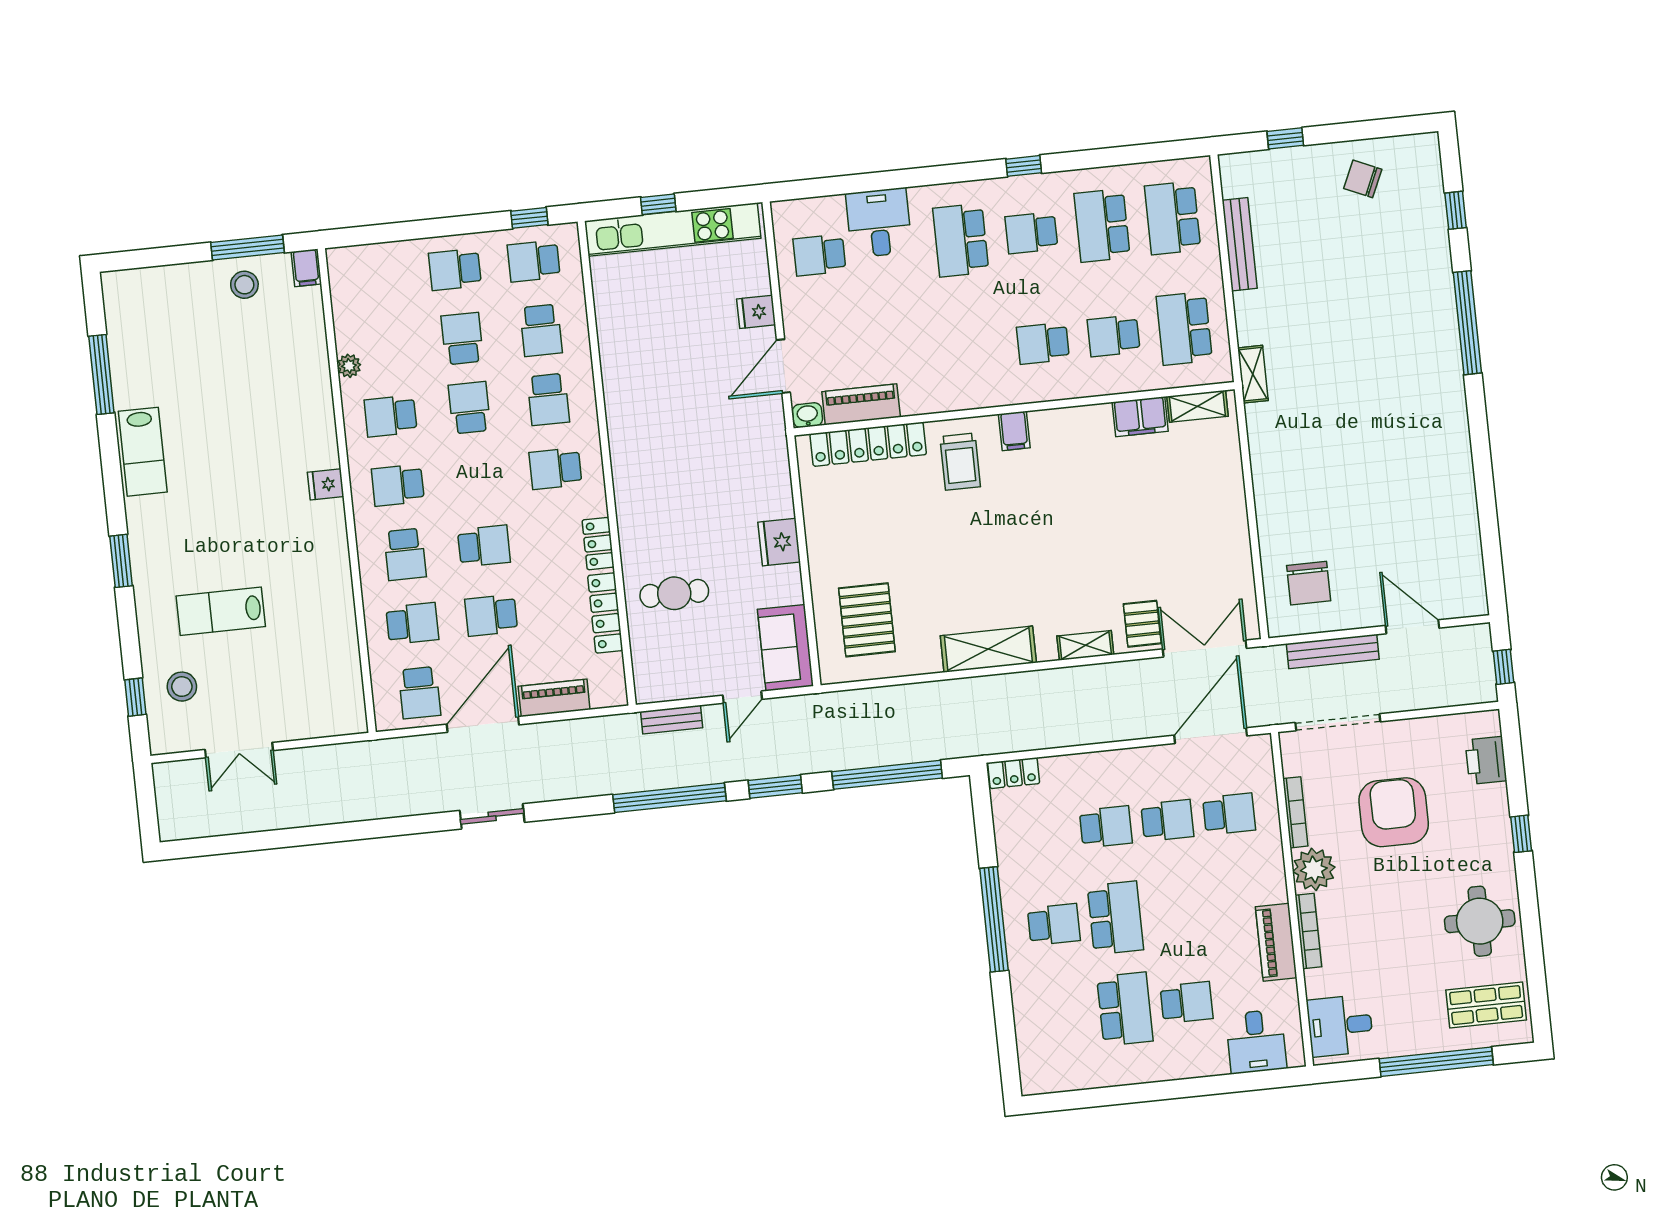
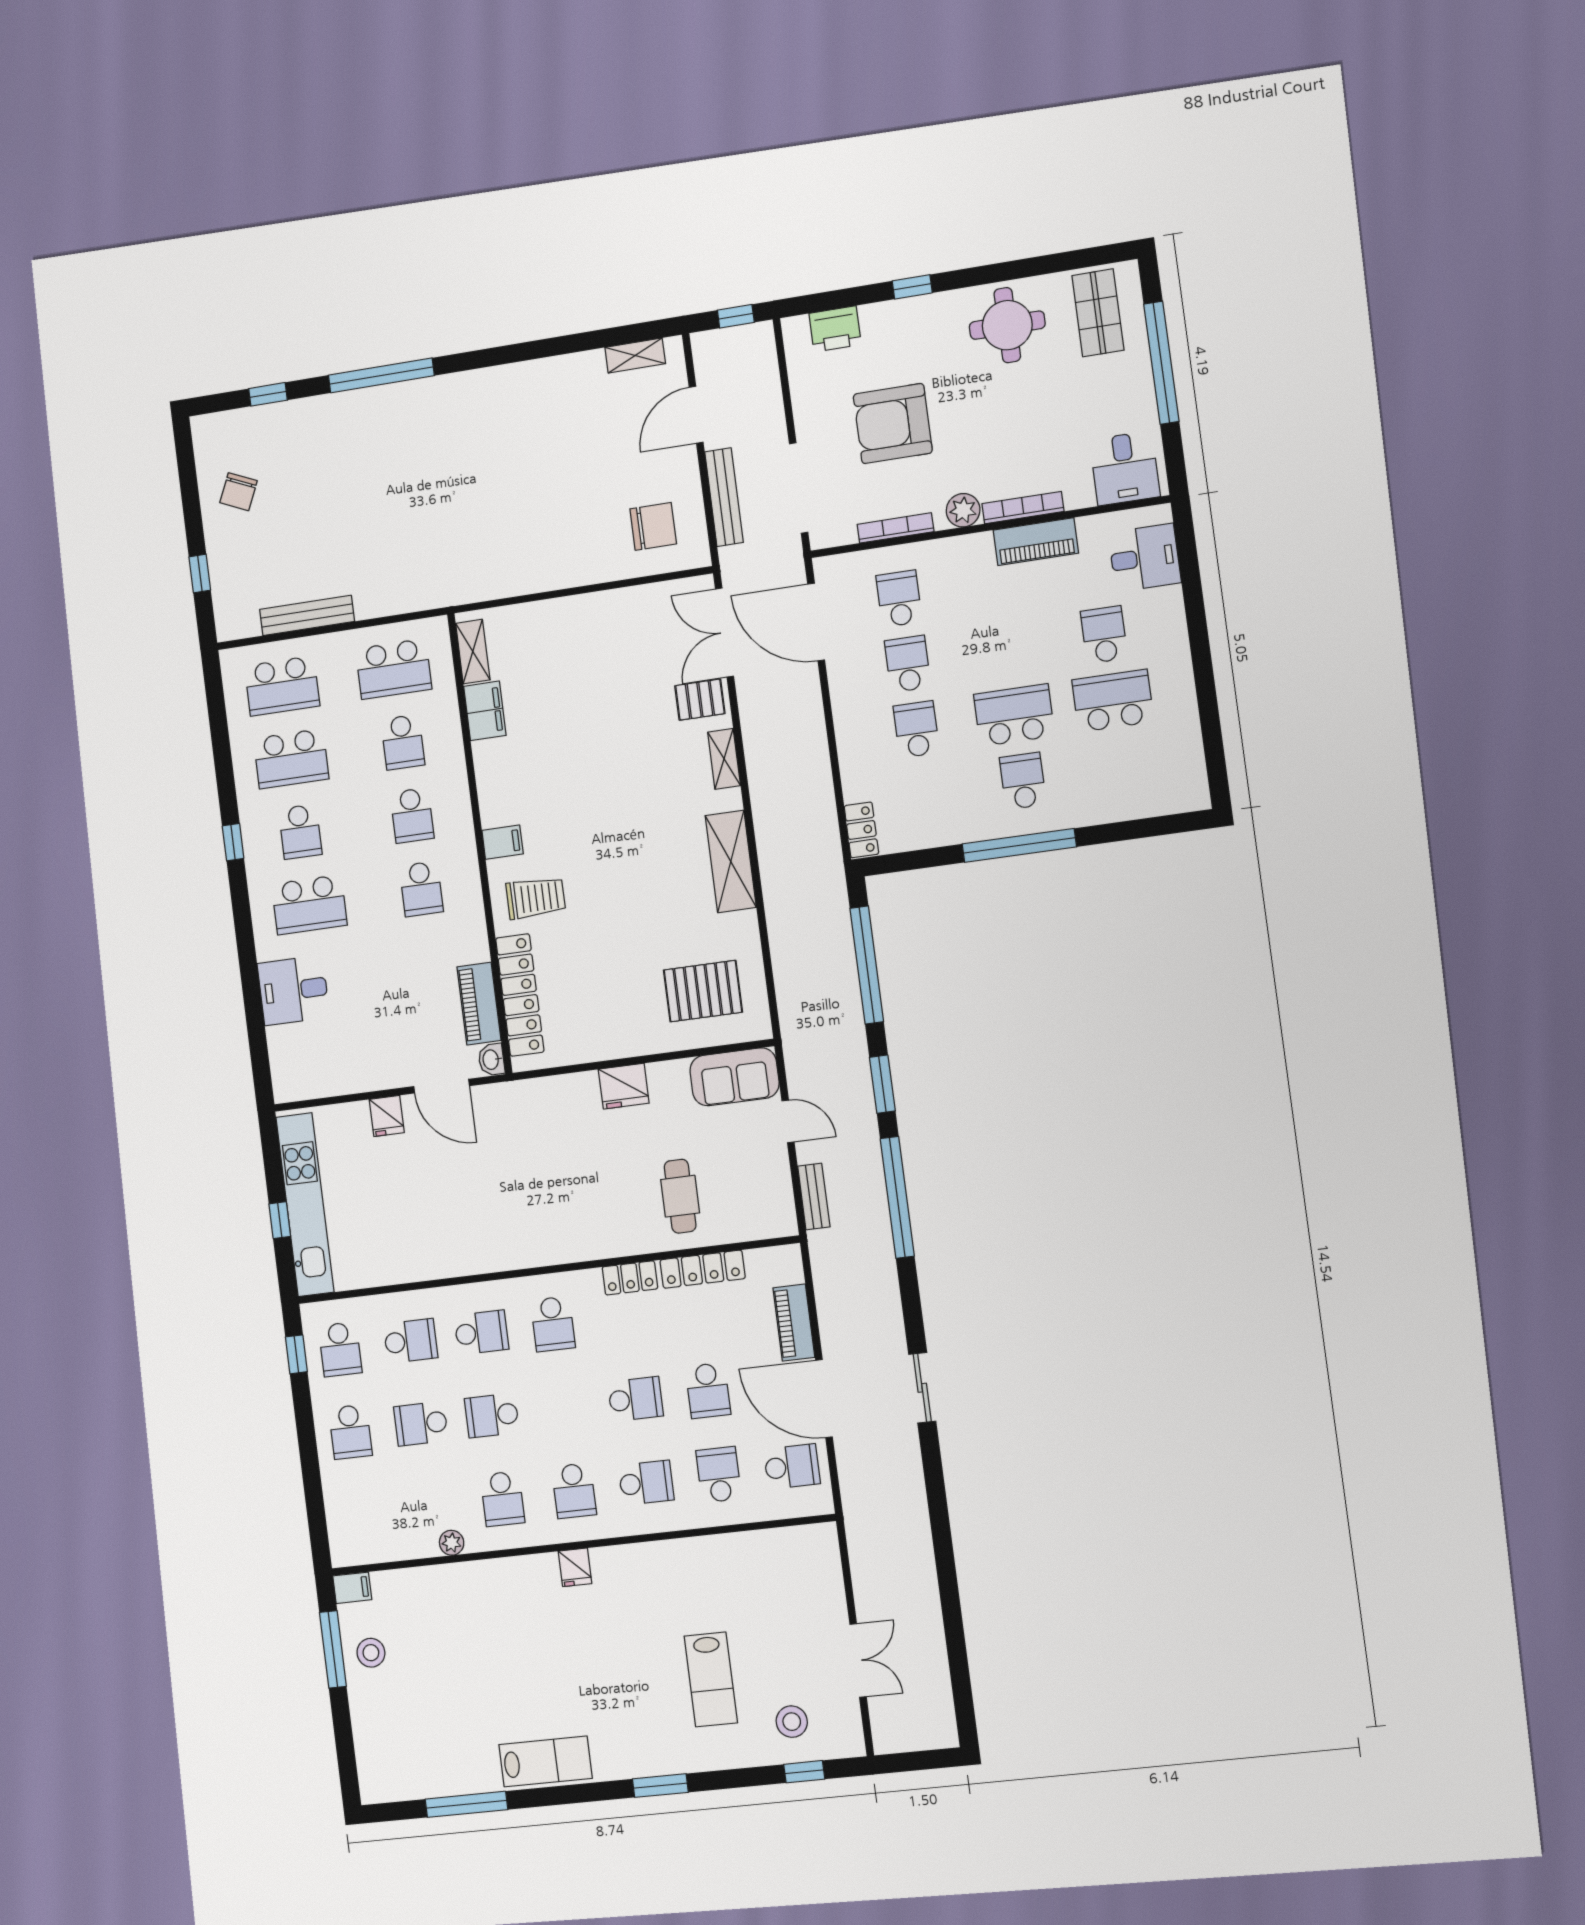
school desk: (819, 255) -> (421, 889), moved
shelving: (1253, 374) -> (635, 356), moved
school desk: (484, 546) -> (635, 1399), turned 90
plant: (1314, 869) -> (963, 510), width x0.73, depth x0.73

